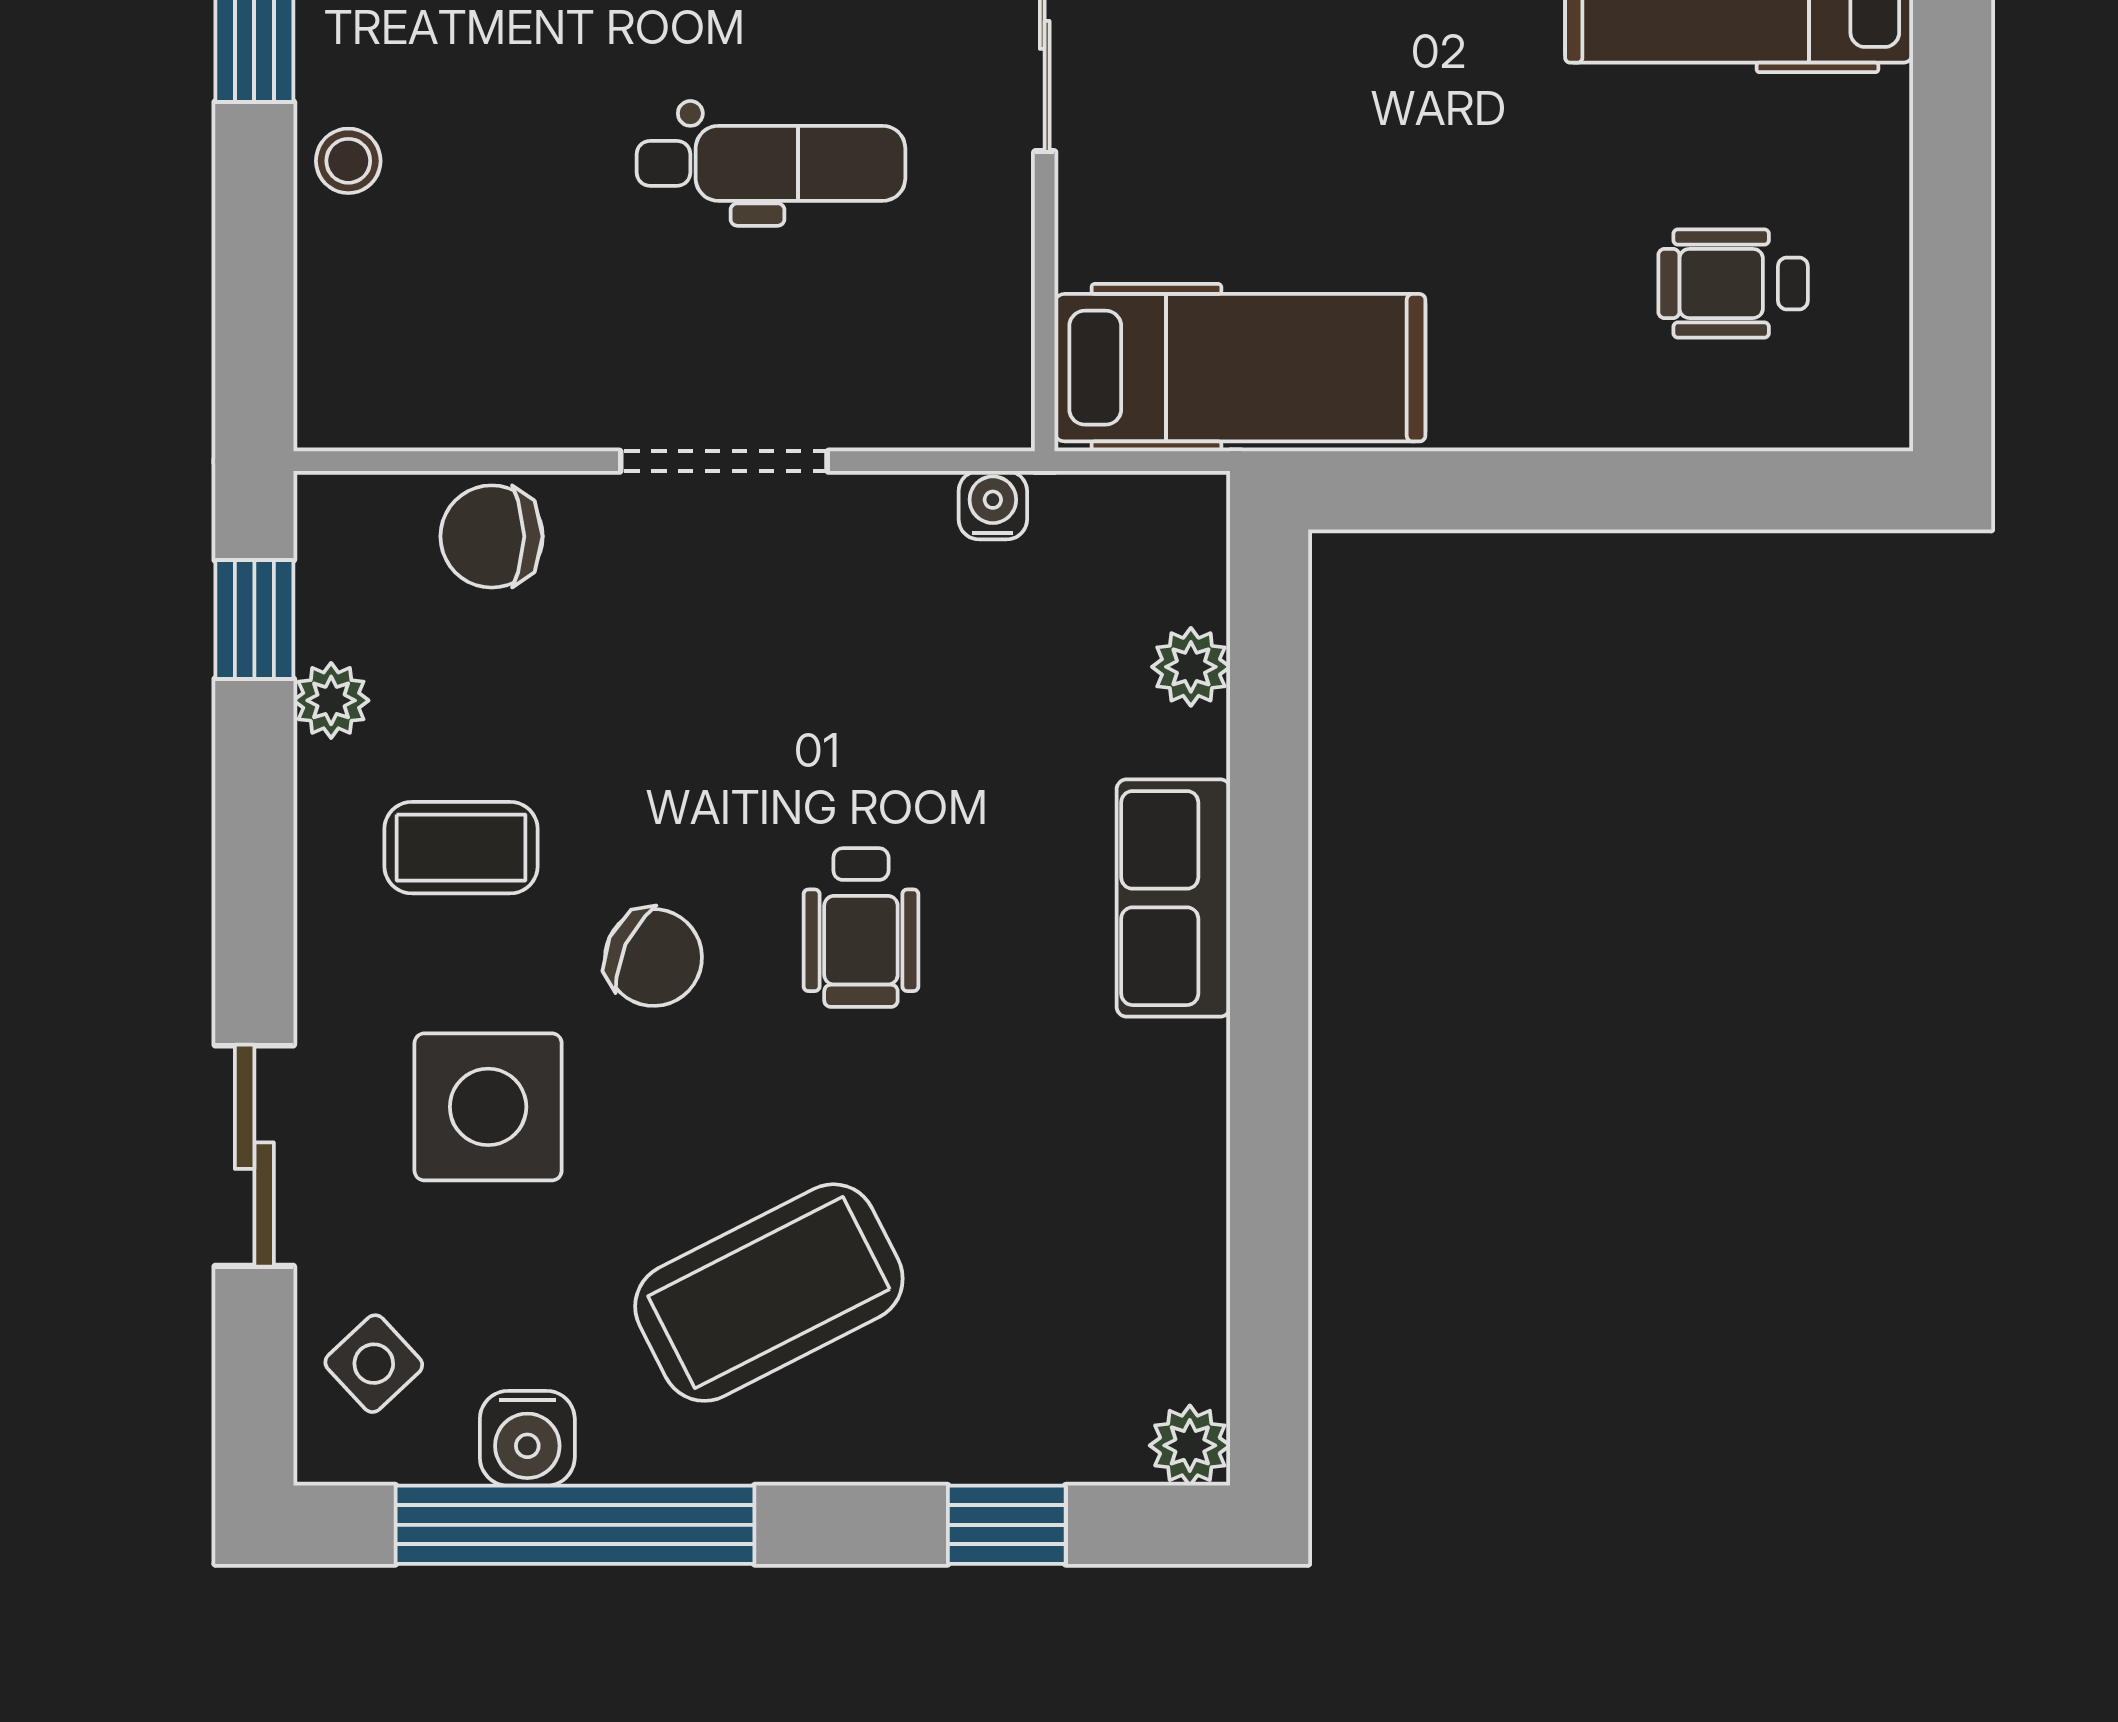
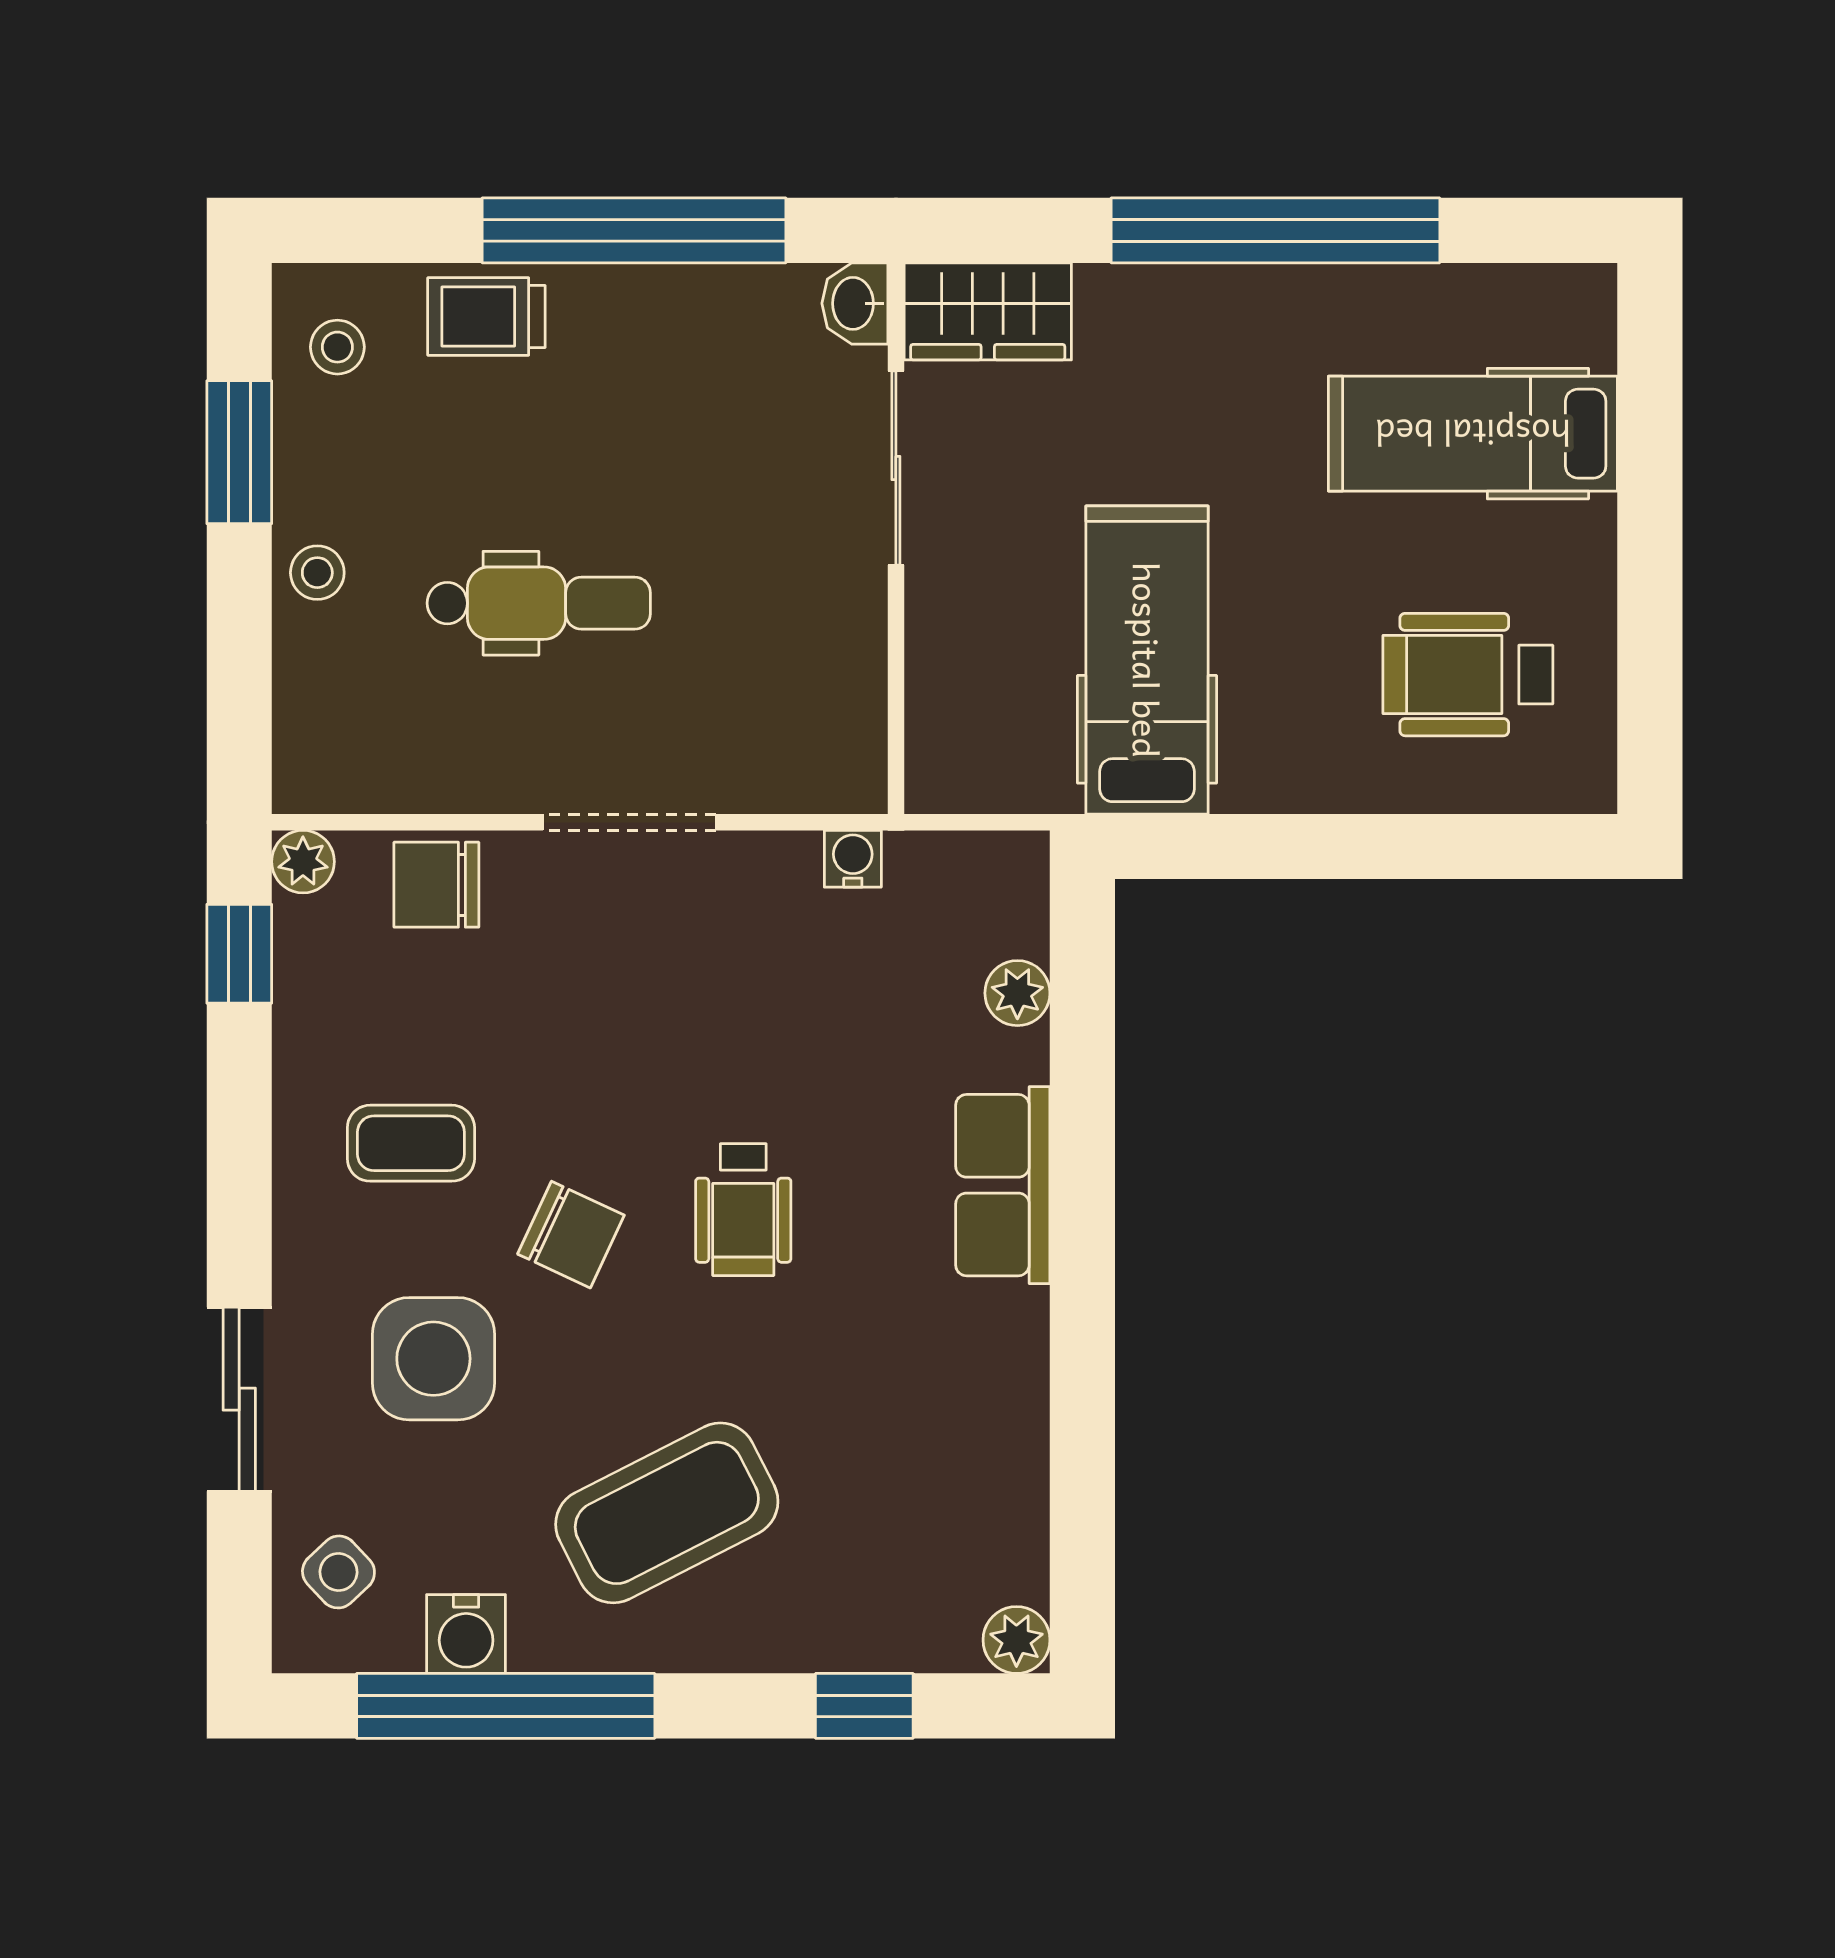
dental chair: (771, 163) -> (539, 603), moved
wheelchair: (1733, 283) -> (1468, 675), width x1.36, depth x1.37
hospital bed: (1240, 368) -> (1147, 660), moved, turned -90
plant: (331, 700) -> (303, 862), moved

